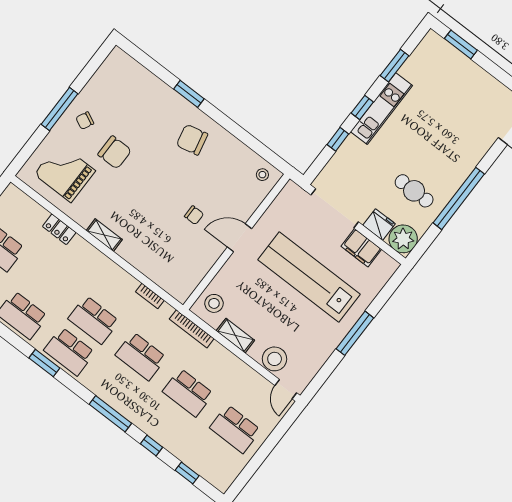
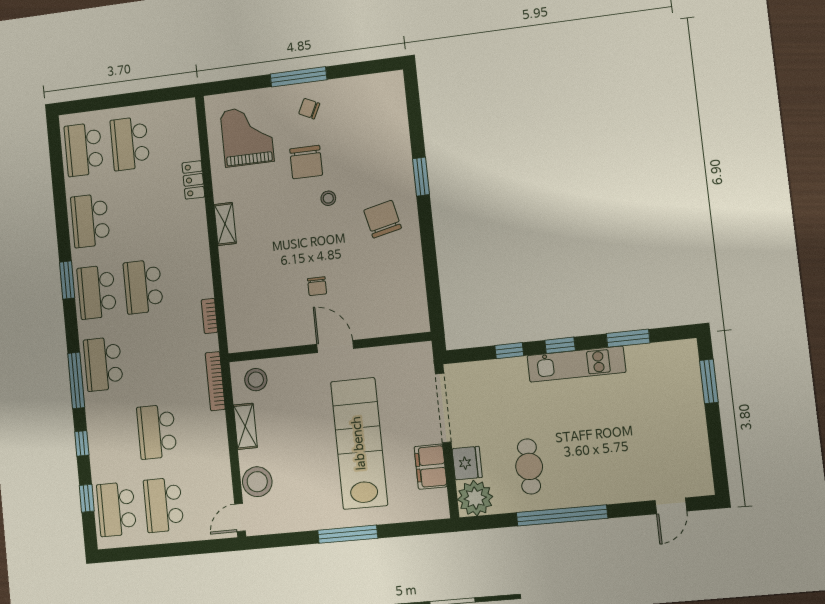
stool: (262, 175) -> (328, 198), moved
school desk: (141, 356) -> (103, 364), moved
school desk: (211, 461) -> (117, 509), added

